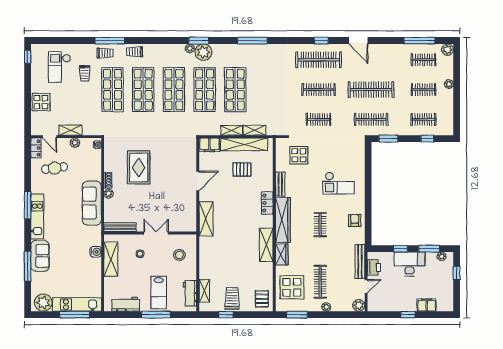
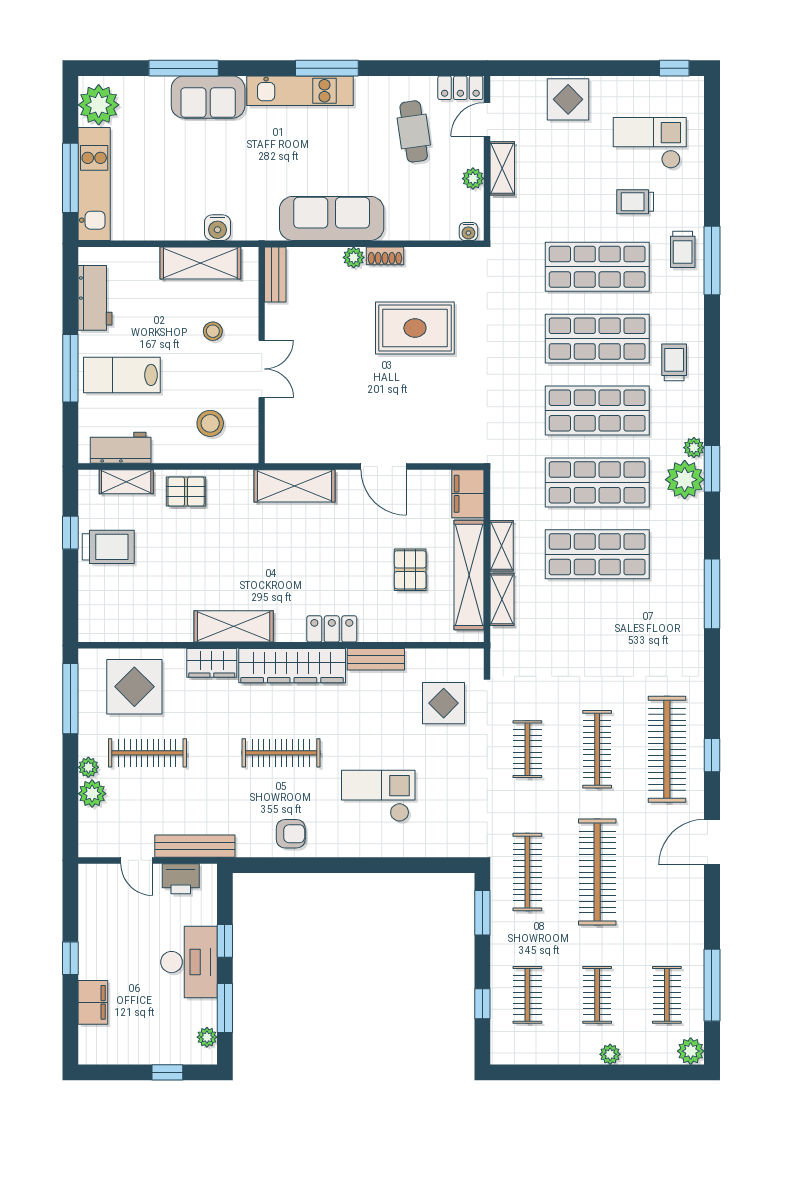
trolley: (134, 52) -> (674, 362), moved
checkout: (339, 183) -> (378, 796), turned 90
clothes rail: (320, 225) -> (281, 753), width x1.36
bench: (120, 227) -> (275, 274), width x0.73
pallet: (262, 299) -> (186, 492), moved
plant: (359, 305) -> (92, 794), moved
window: (297, 315) -> (70, 699), width x1.44

